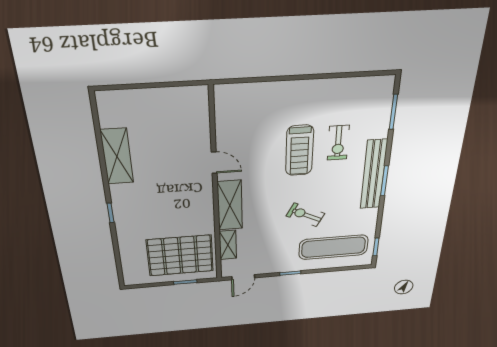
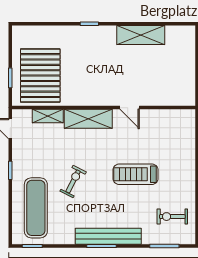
exercise bike: (338, 143) -> (172, 217), moved
door: (214, 163) -> (130, 108), hinge flipped

